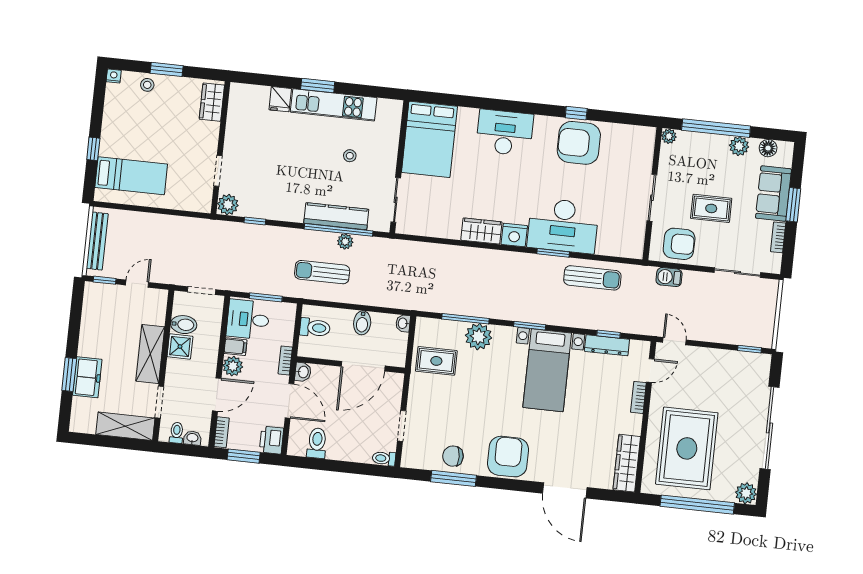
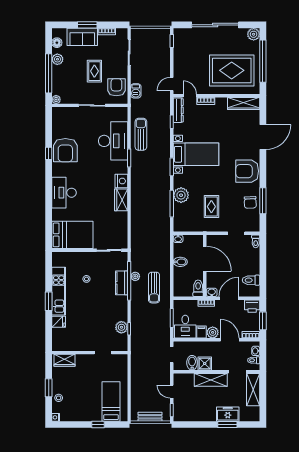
plant: (228, 205) -> (121, 327), moved
kitchen counter: (336, 216) -> (122, 283), width x0.67
desk: (563, 226) -> (113, 141), moved
bench: (97, 241) -> (150, 417), width x0.73
toilet: (315, 328) -> (198, 288), moved
dresser: (607, 345) -> (178, 110), moved
rug: (436, 361) -> (211, 207), moved

